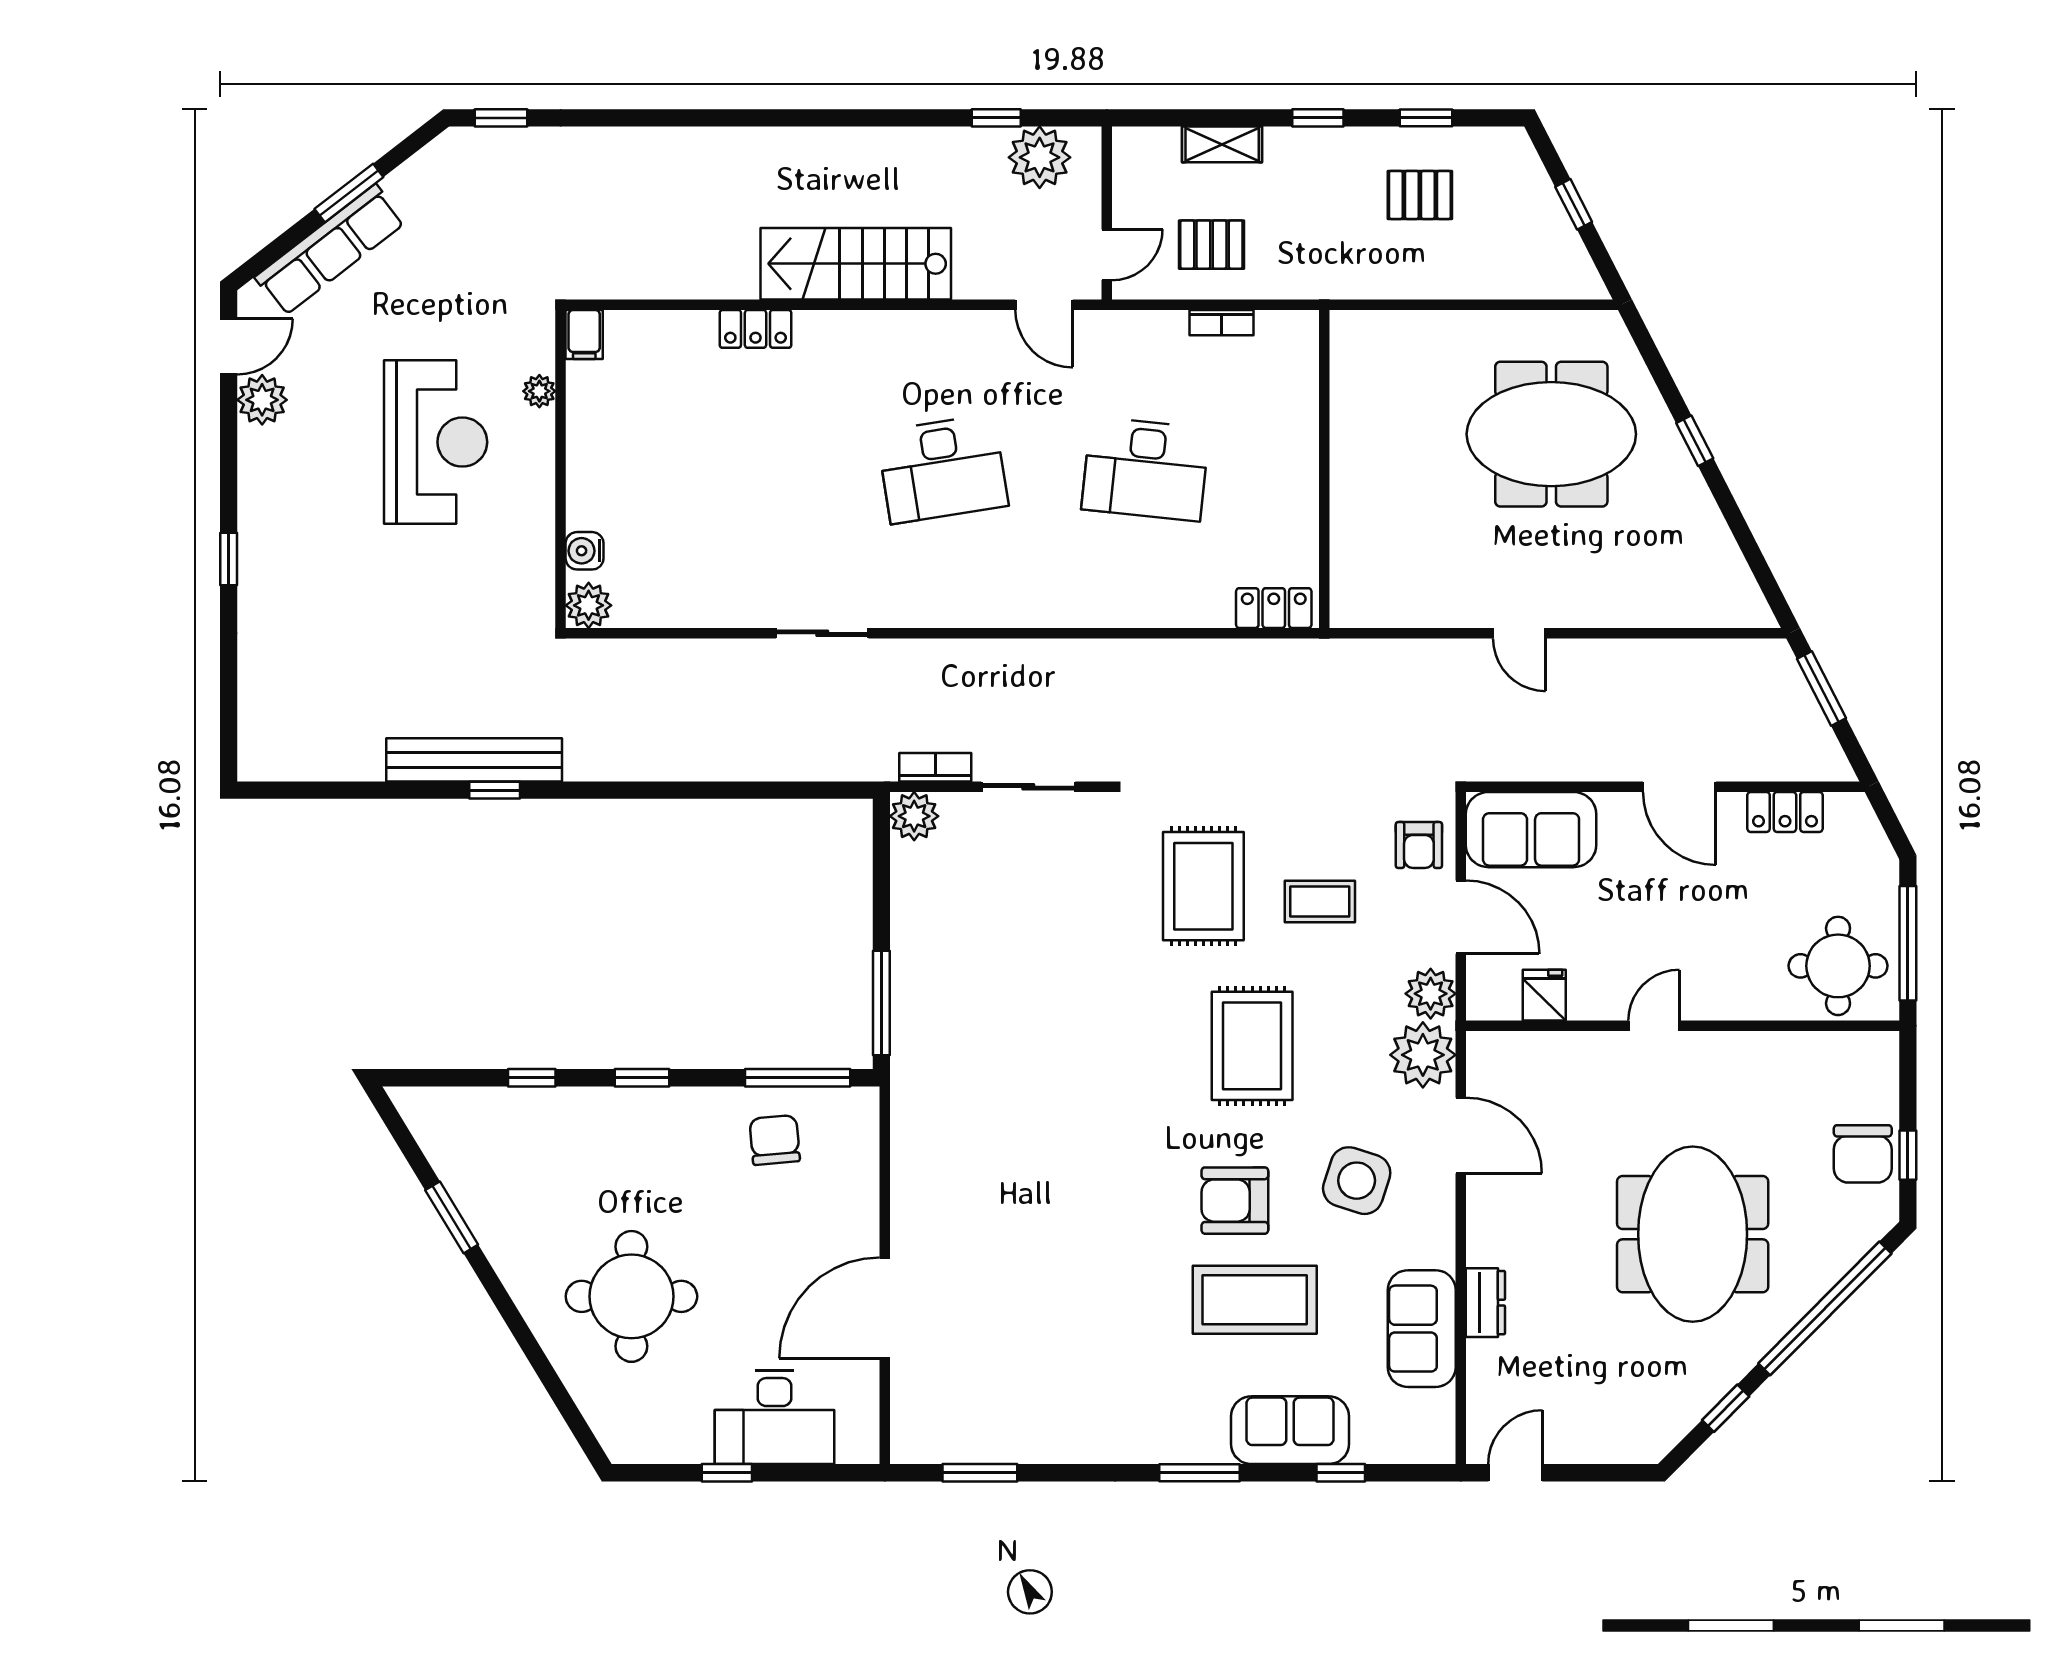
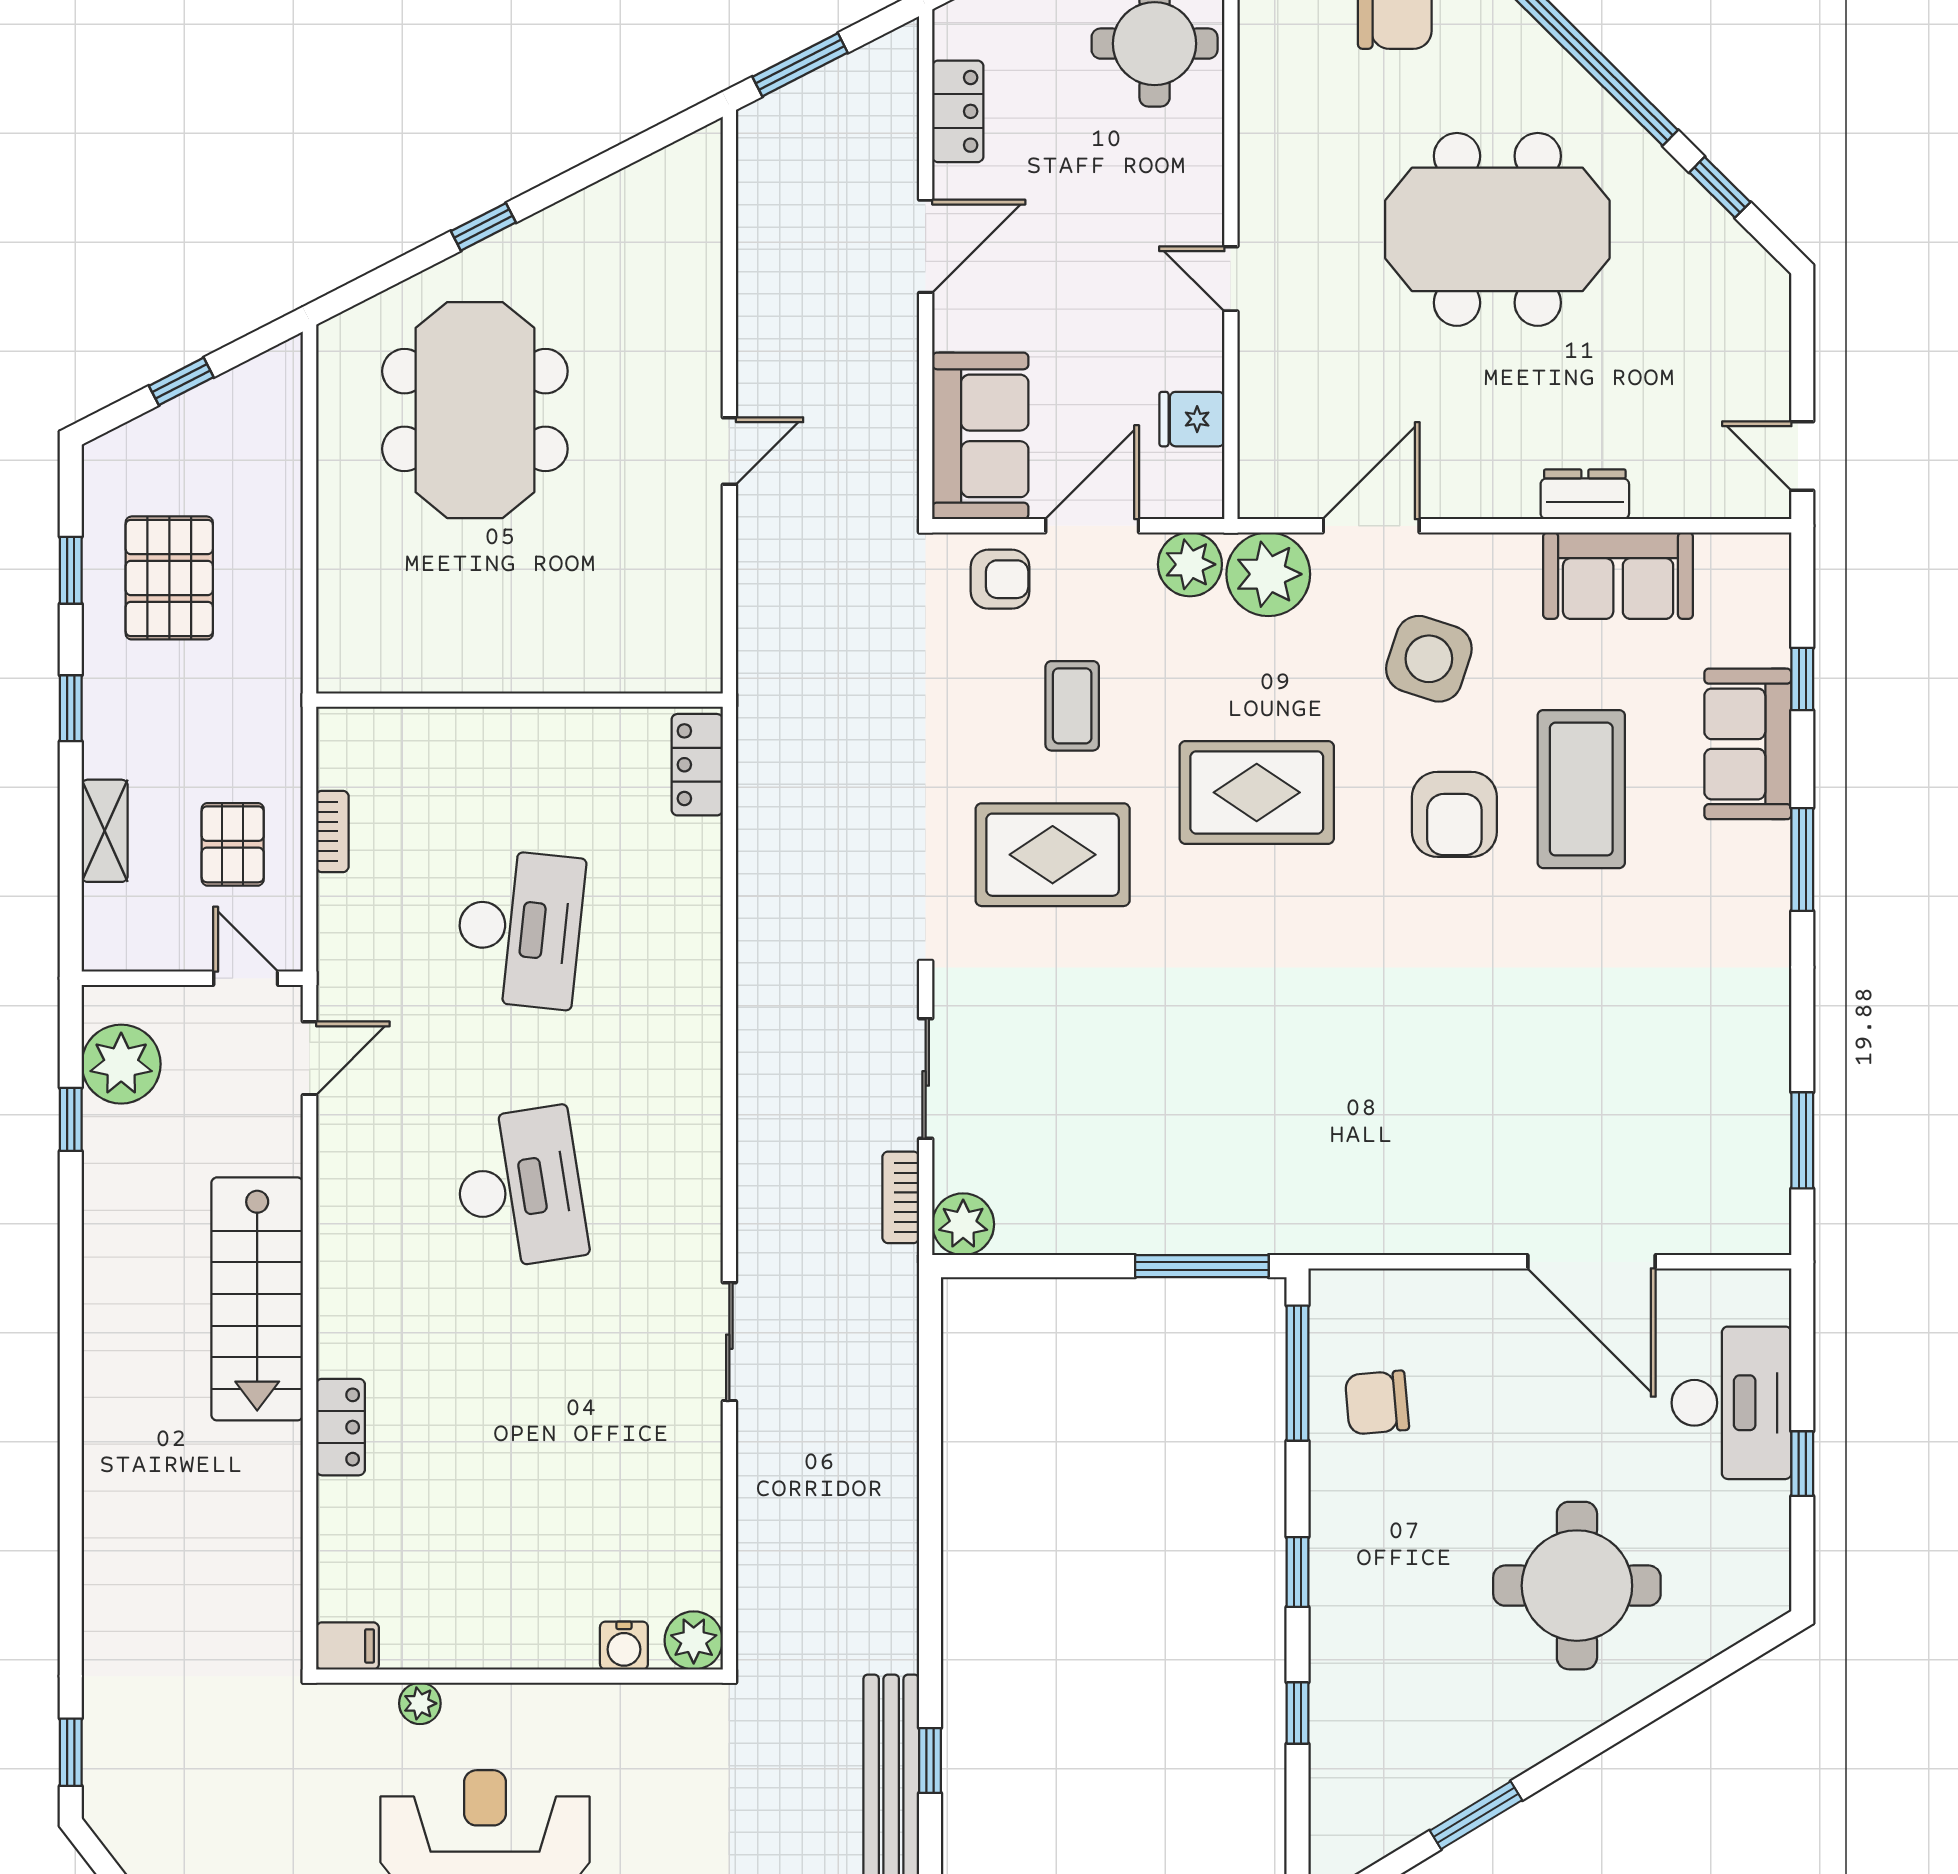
pallet: (1420, 195) -> (169, 578), width x1.50, depth x1.42

